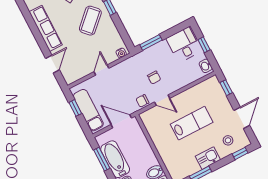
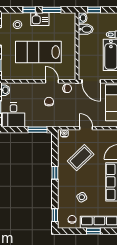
coffee table: (90, 21) -> (81, 158), moved
door: (101, 70) -> (86, 128), swing flipped
lab bench: (192, 123) -> (38, 52), width x1.36, depth x1.39
window: (240, 153) -> (29, 10), moved

